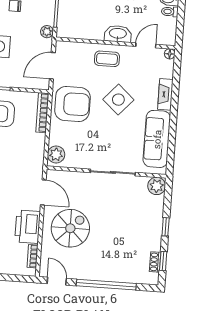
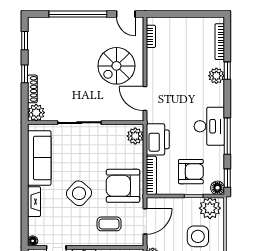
coffee table: (107, 59) -> (109, 224), moved
printer: (28, 227) -> (158, 139), moved
shoe rack: (155, 262) -> (32, 89), moved, width x1.43

